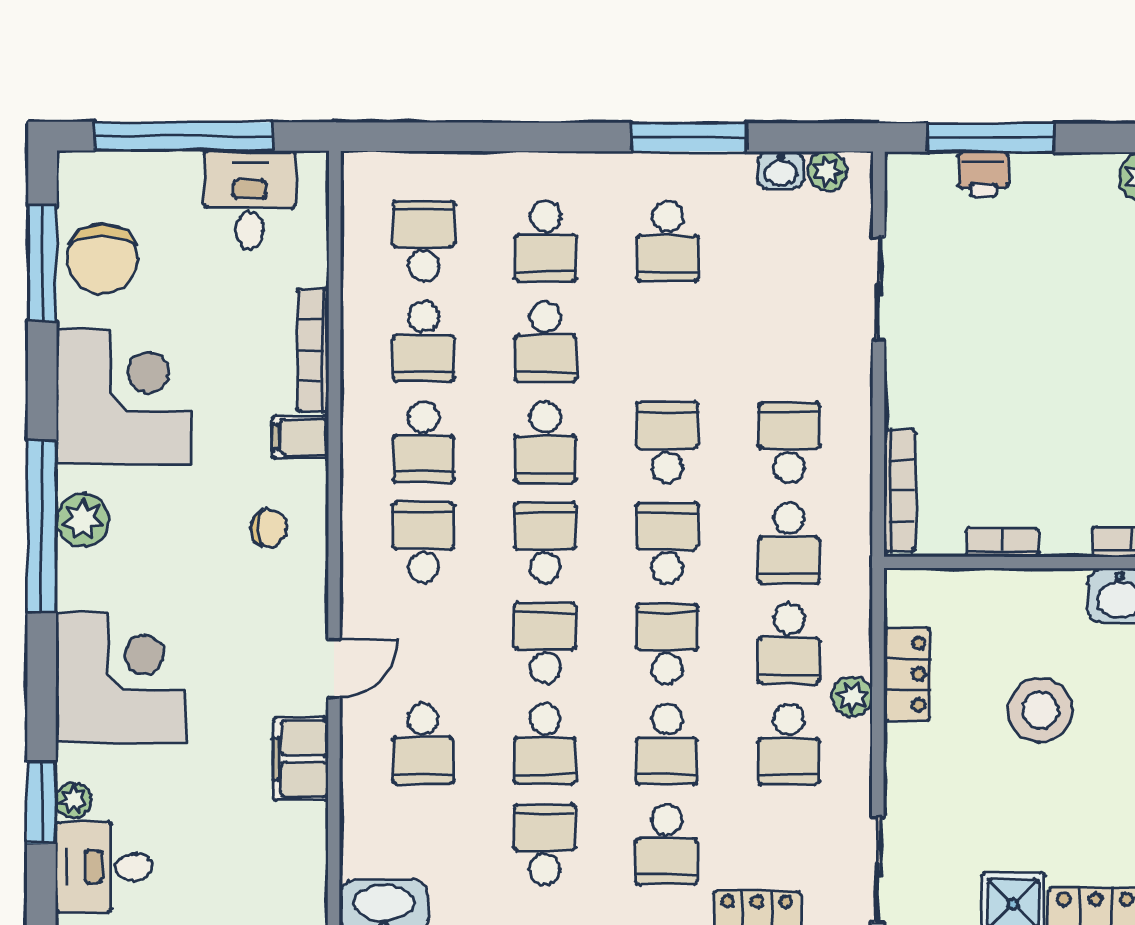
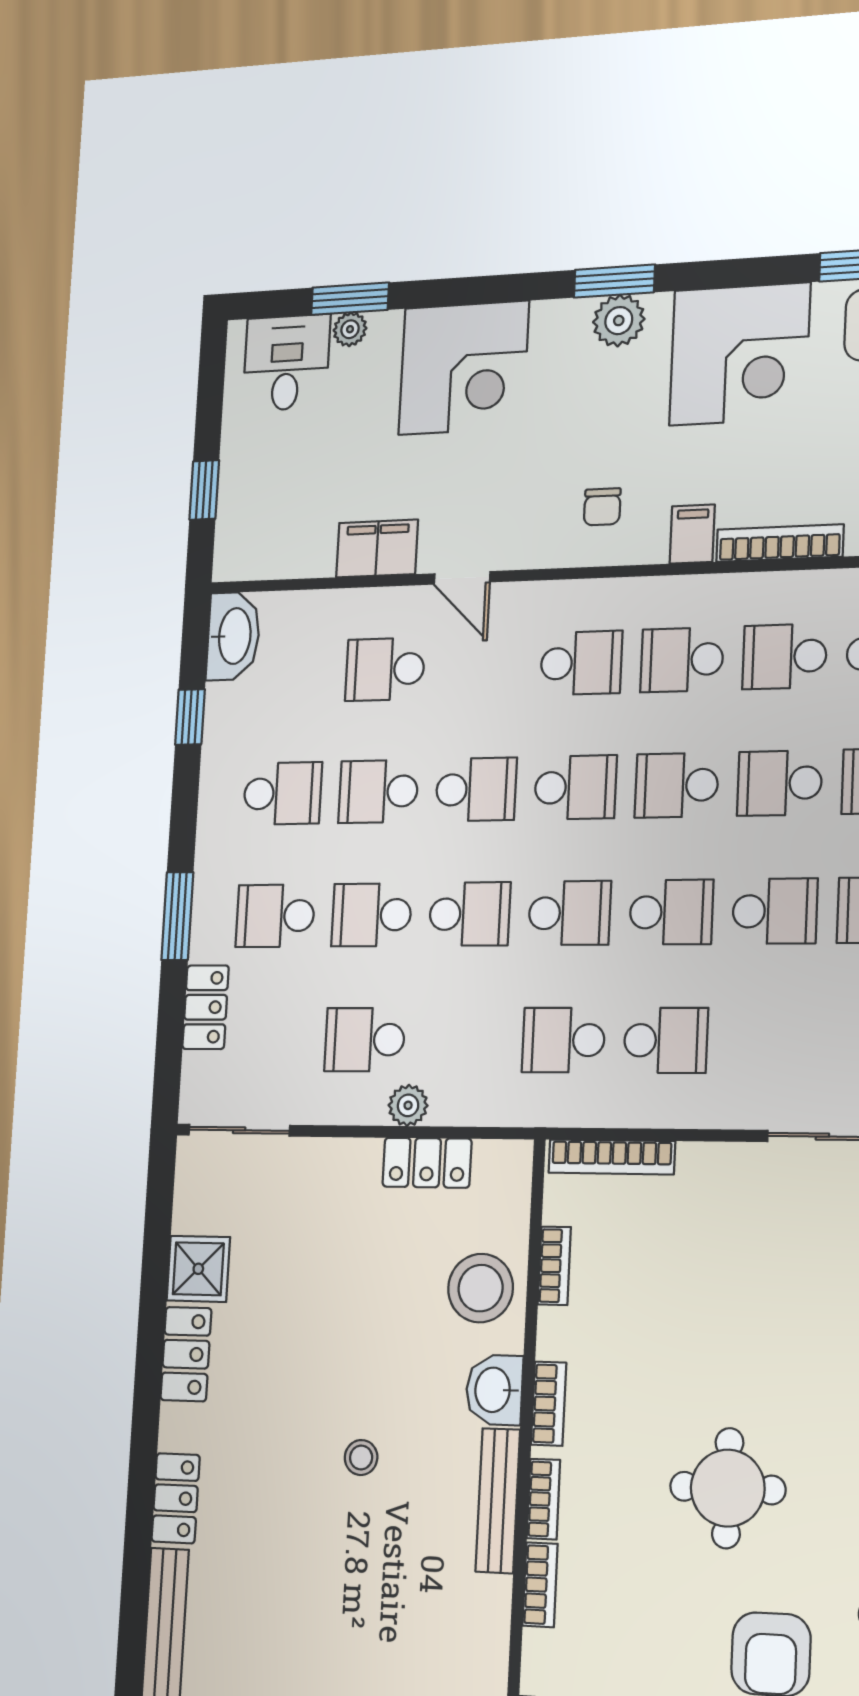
window: (42, 526) -> (614, 281), width x0.47
school desk: (789, 644) -> (775, 911), moved, turned 180
stool: (1040, 710) -> (481, 1288), moved

